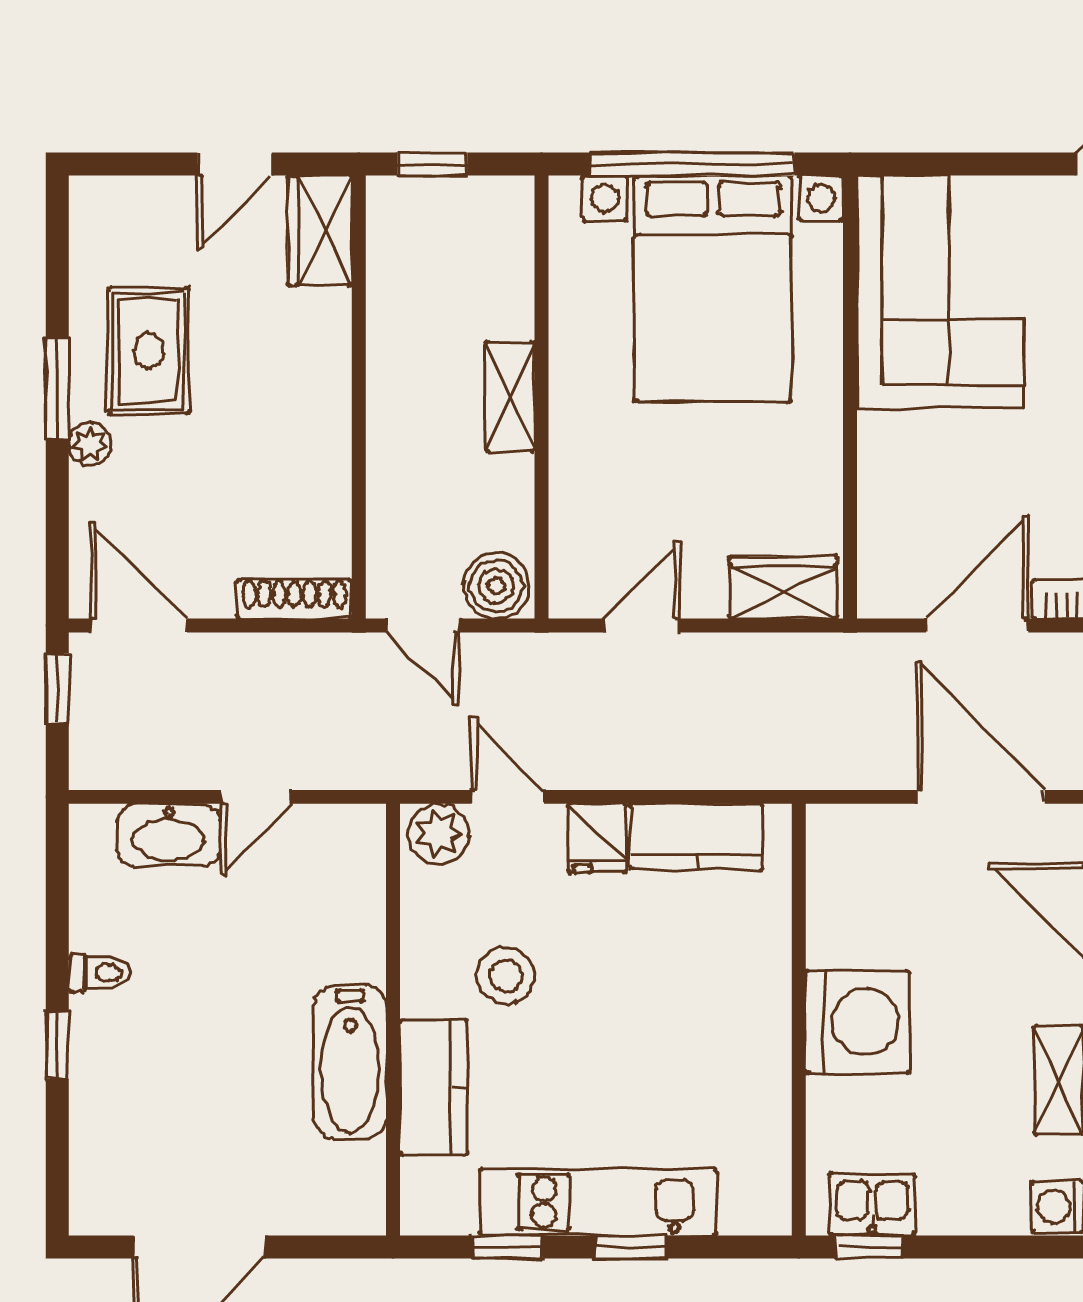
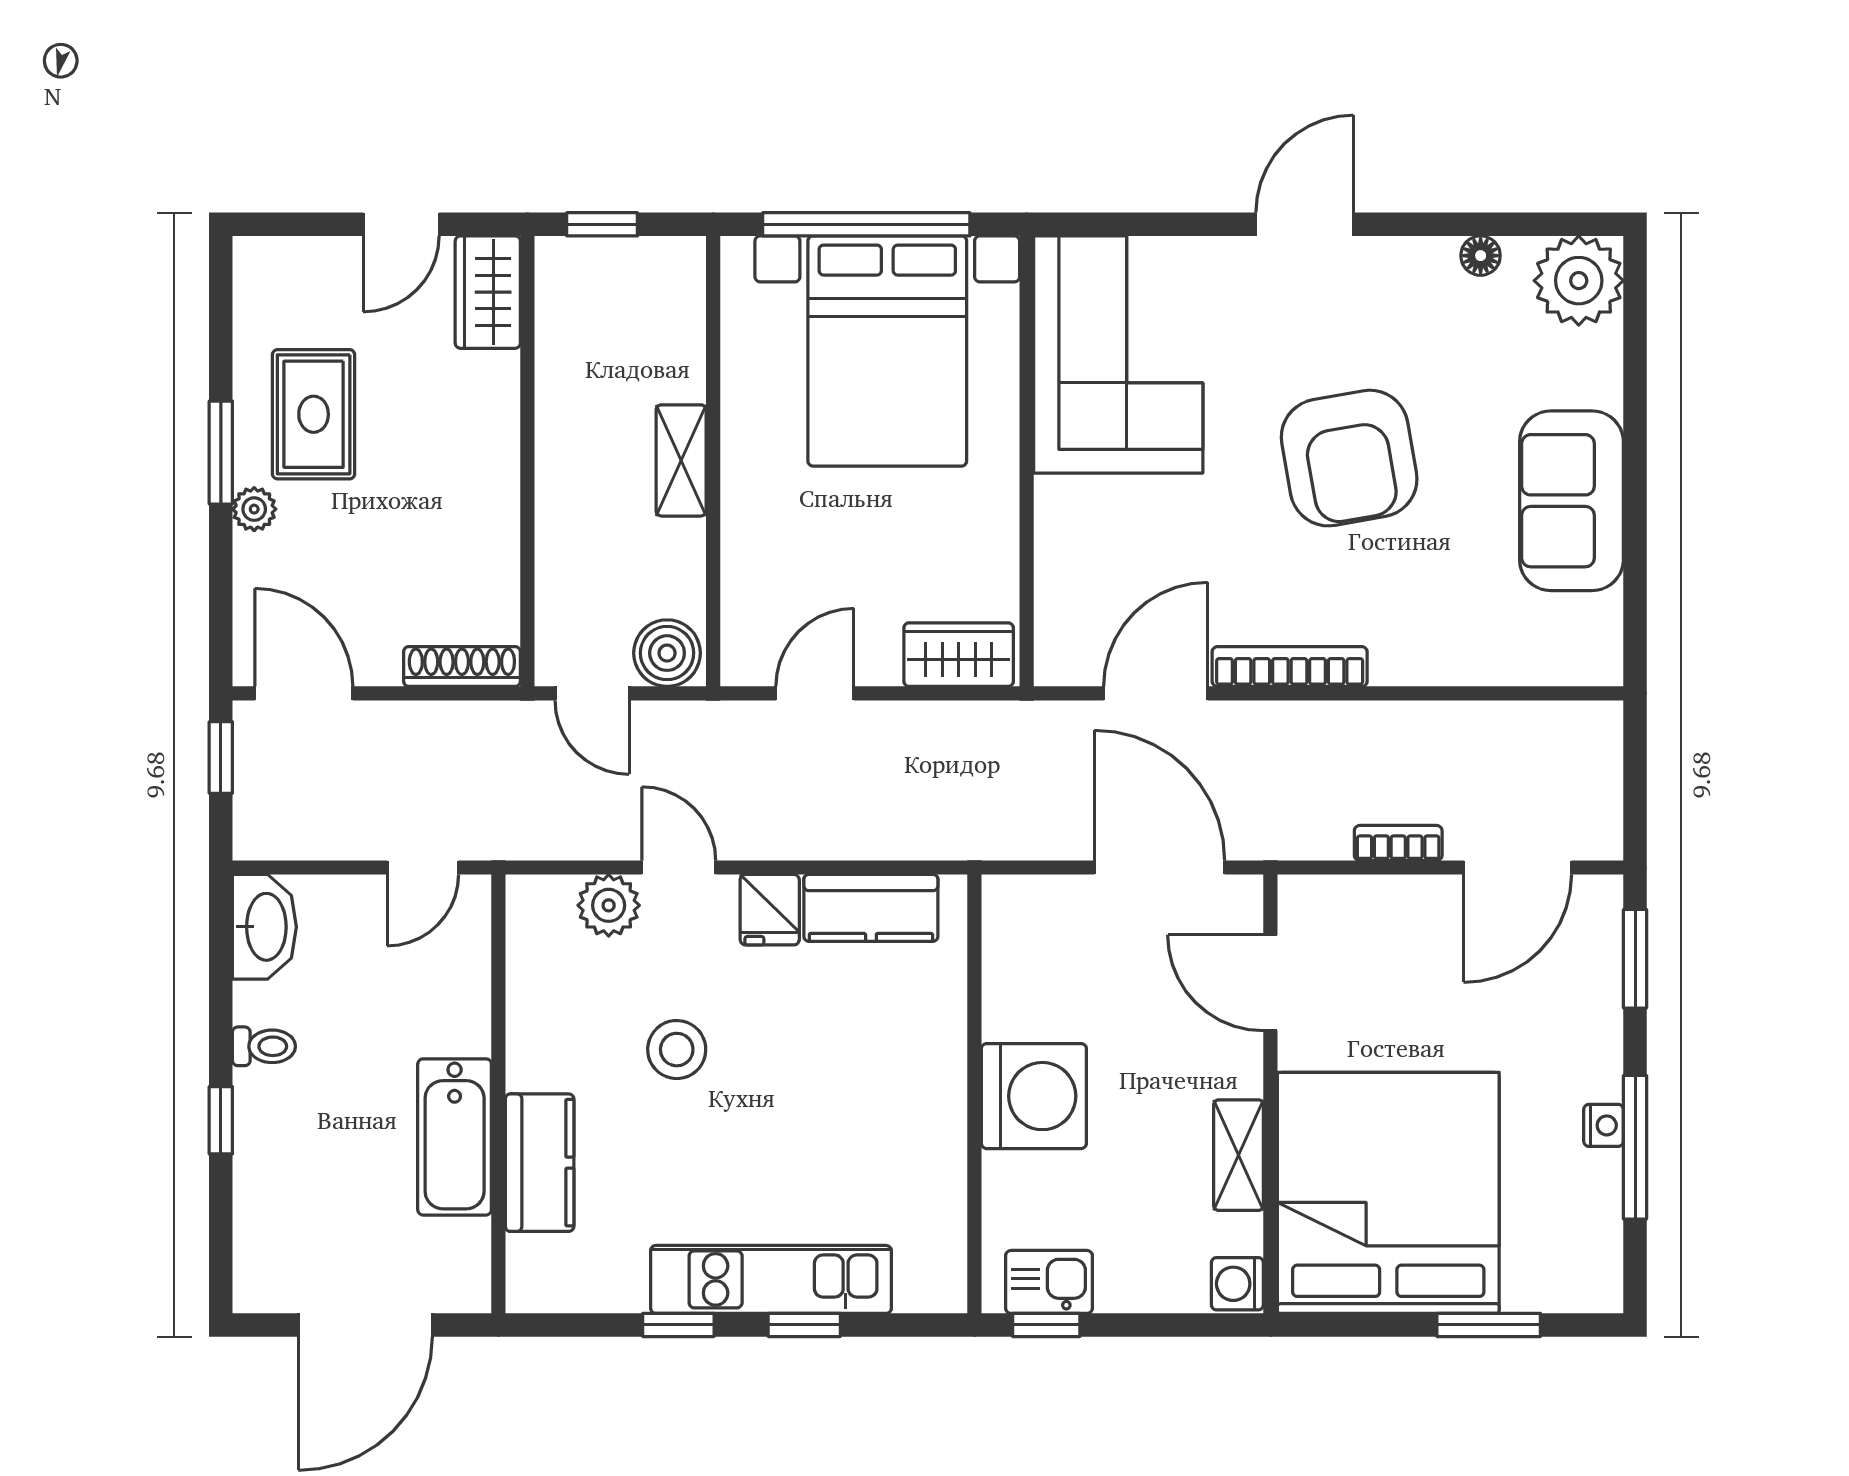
washbasin: (169, 835) -> (264, 927), moved, turned -90
wall: (393, 1020) -> (498, 1094), moved
bathtub: (350, 1062) -> (455, 1137), moved
kitchen counter: (434, 1087) -> (540, 1163), moved

